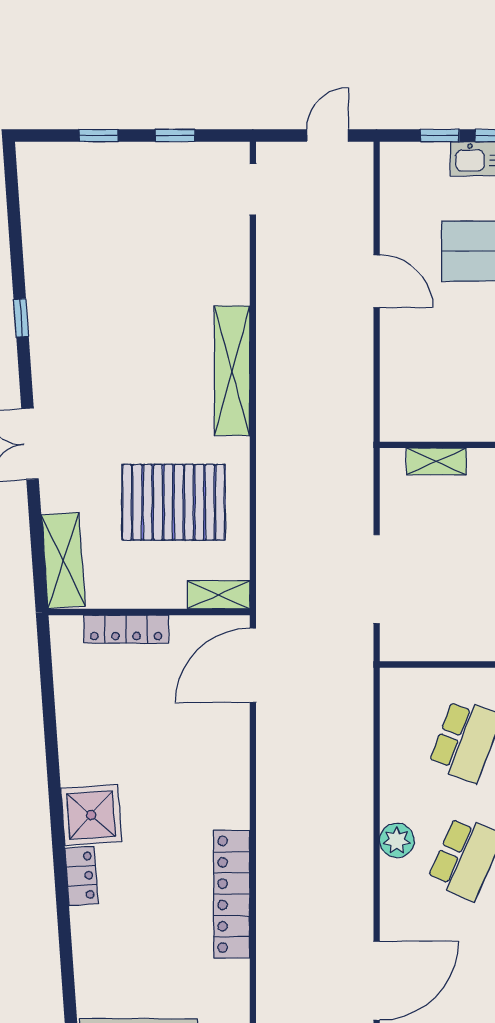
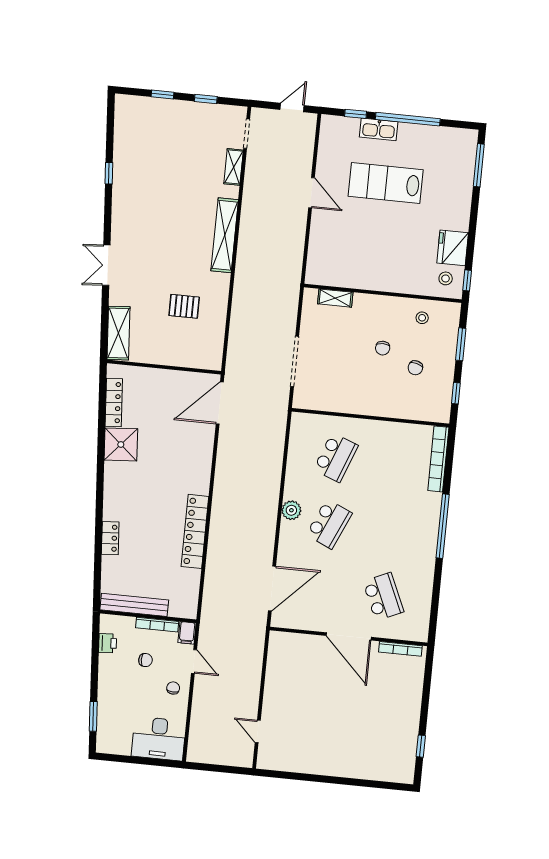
window: (21, 318) -> (109, 173), moved
pallet: (174, 502) -> (184, 306), width x0.49, depth x0.50
shelving: (218, 595) -> (234, 167), moved, turned 90
locker: (126, 629) -> (114, 402), moved, turned -94
shower: (91, 815) -> (121, 444), moved
locker: (81, 876) -> (110, 538), moved

